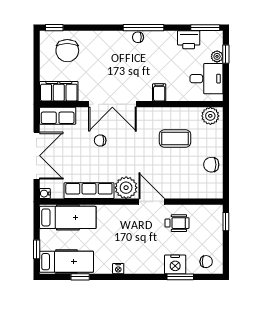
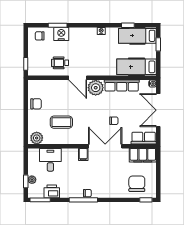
desk: (206, 79) -> (50, 160), moved, turned 90
filing cabinet: (159, 92) -> (83, 154), moved

